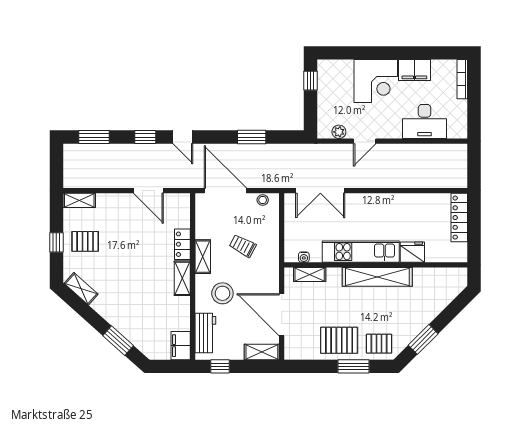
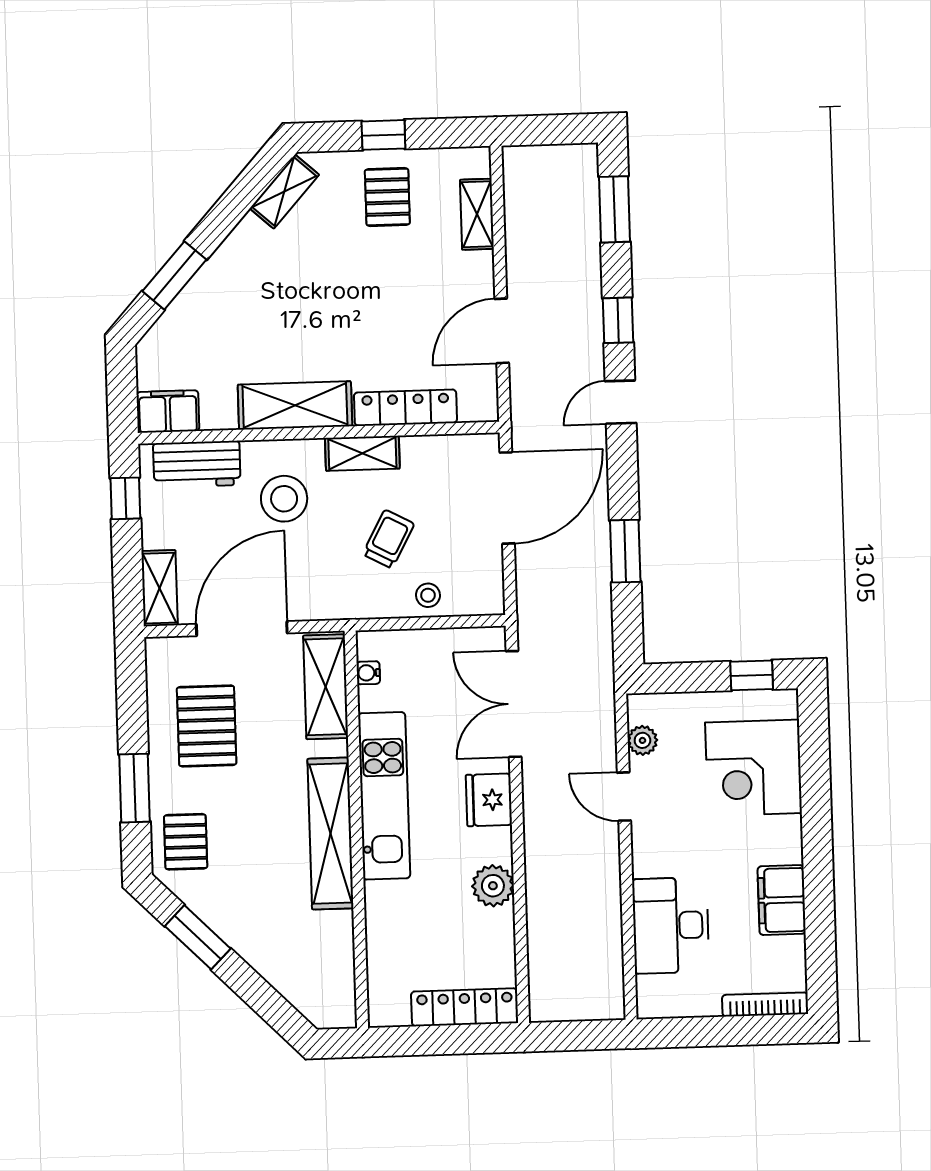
corner desk: (376, 81) -> (754, 768), moved
shelving: (79, 200) -> (477, 214), moved
stool: (263, 200) -> (428, 595), moved
plant: (404, 203) -> (493, 886), added
locker: (182, 244) -> (405, 408), width x1.53
fridge: (412, 252) -> (489, 800), moved, turned 180
shelving: (310, 275) -> (326, 687), width x1.50, depth x1.33
shelving: (182, 278) -> (295, 405), width x1.50, depth x1.33
pallet: (339, 340) -> (207, 726), moved

